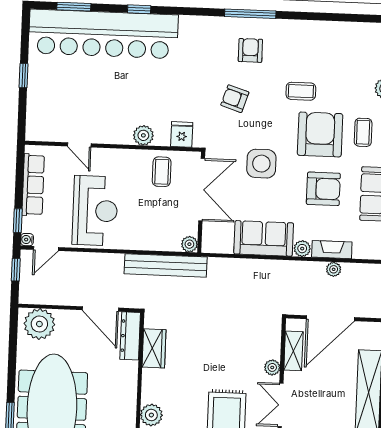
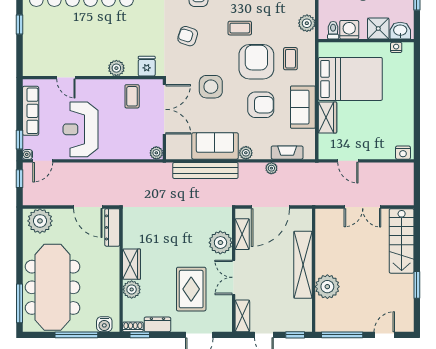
reception desk: (95, 211) -> (80, 129), turned 180
fireplace: (332, 250) -> (287, 153), moved
bench: (166, 265) -> (205, 170), moved
wardrobe: (154, 348) -> (132, 264), moved
plant: (272, 367) -> (220, 243), width x1.88, depth x1.88

